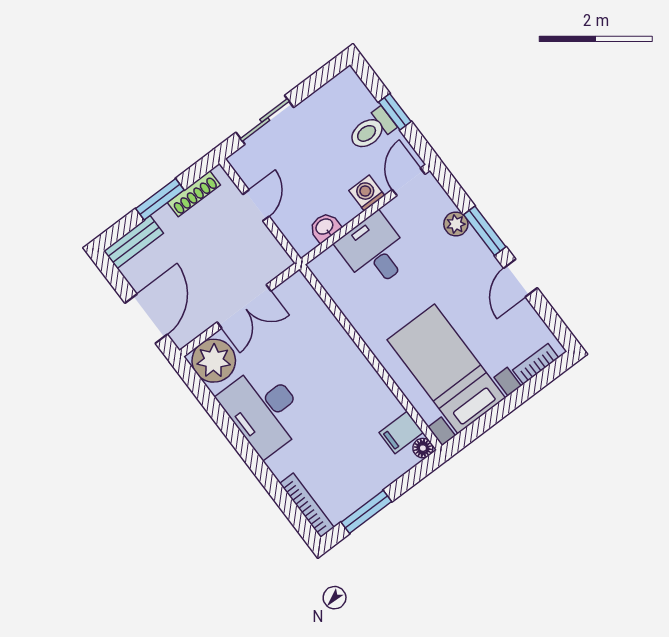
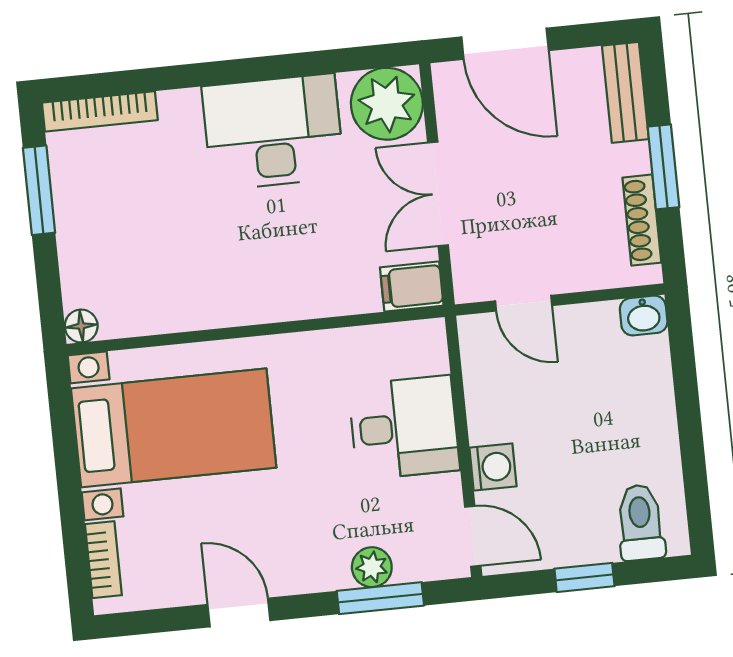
sliding door: (265, 120) -> (686, 385), removed
toilet: (372, 130) -> (640, 522), moved
door: (256, 205) -> (524, 303), moved
washbasin: (325, 227) -> (644, 316), moved, turned 90
window: (485, 231) -> (380, 598), moved
filing cabinet: (401, 433) -> (412, 287), moved, turned -90

